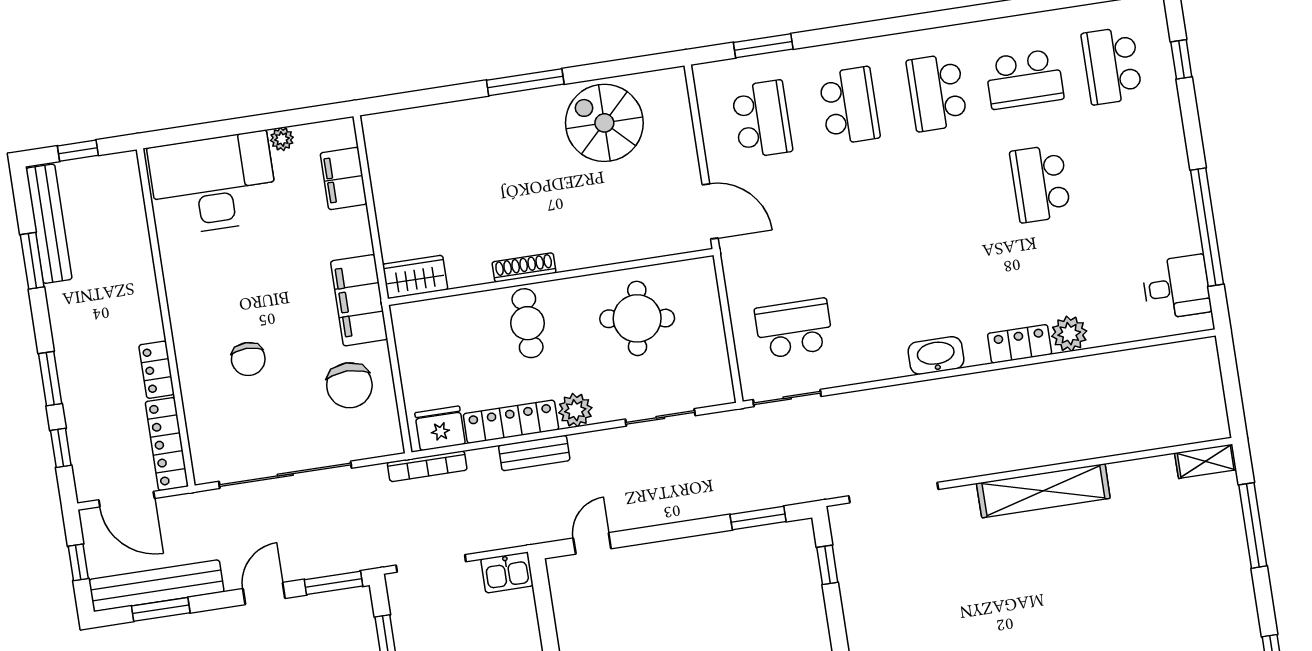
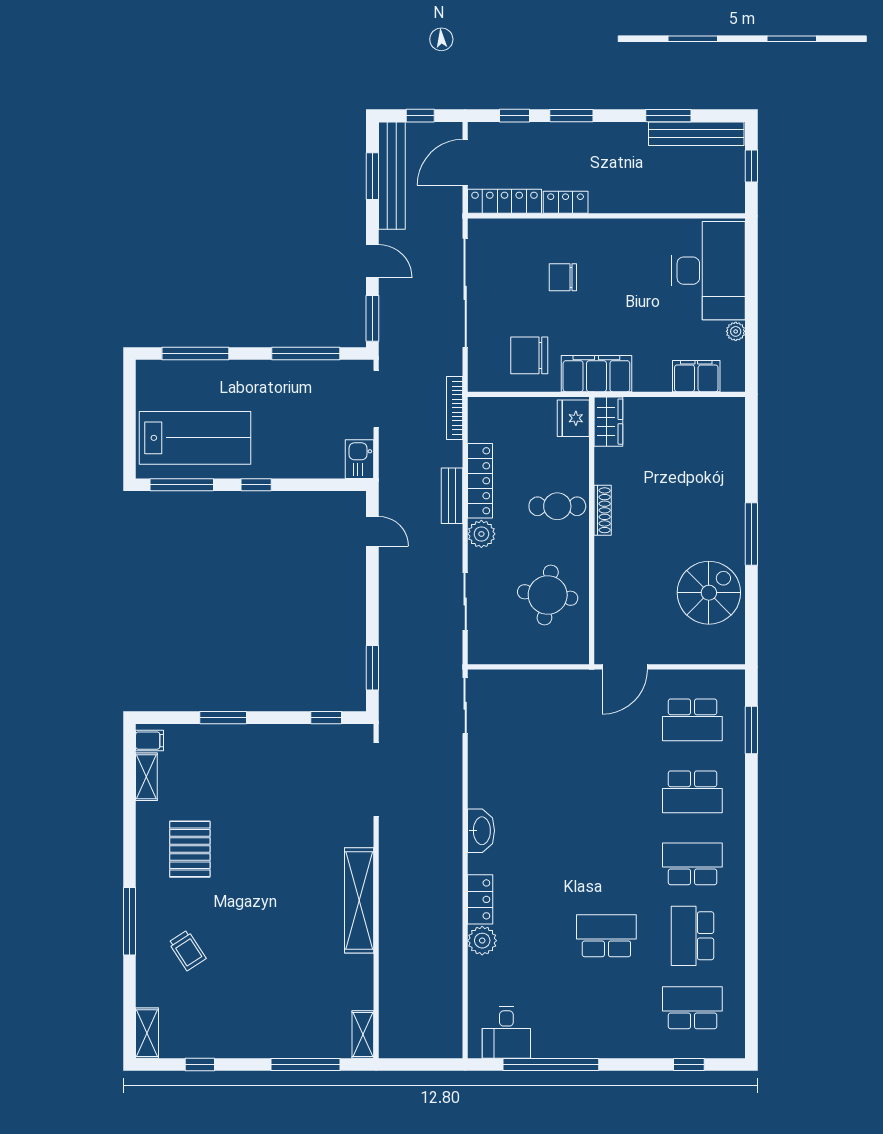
school desk: (794, 328) -> (520, 720), removed
fridge: (440, 428) -> (573, 418), moved, turned 180

